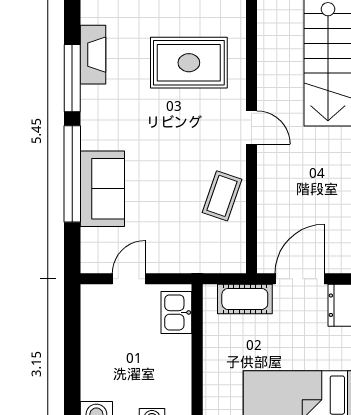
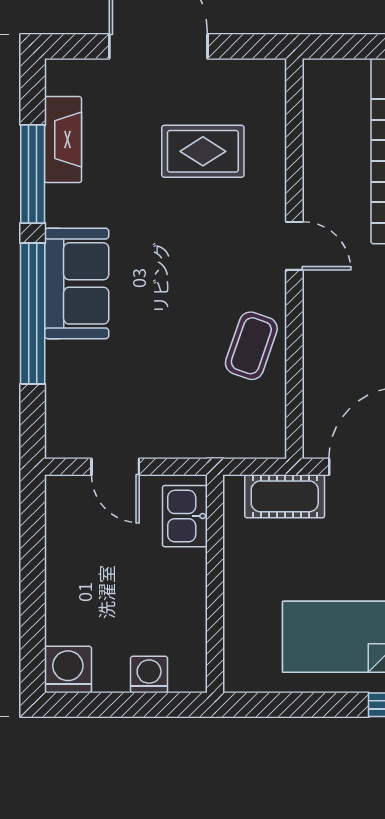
rug: (189, 63) -> (203, 151), width x0.73, depth x0.70
sofa: (102, 189) -> (77, 283), moved
door: (129, 279) -> (115, 467), swing flipped

